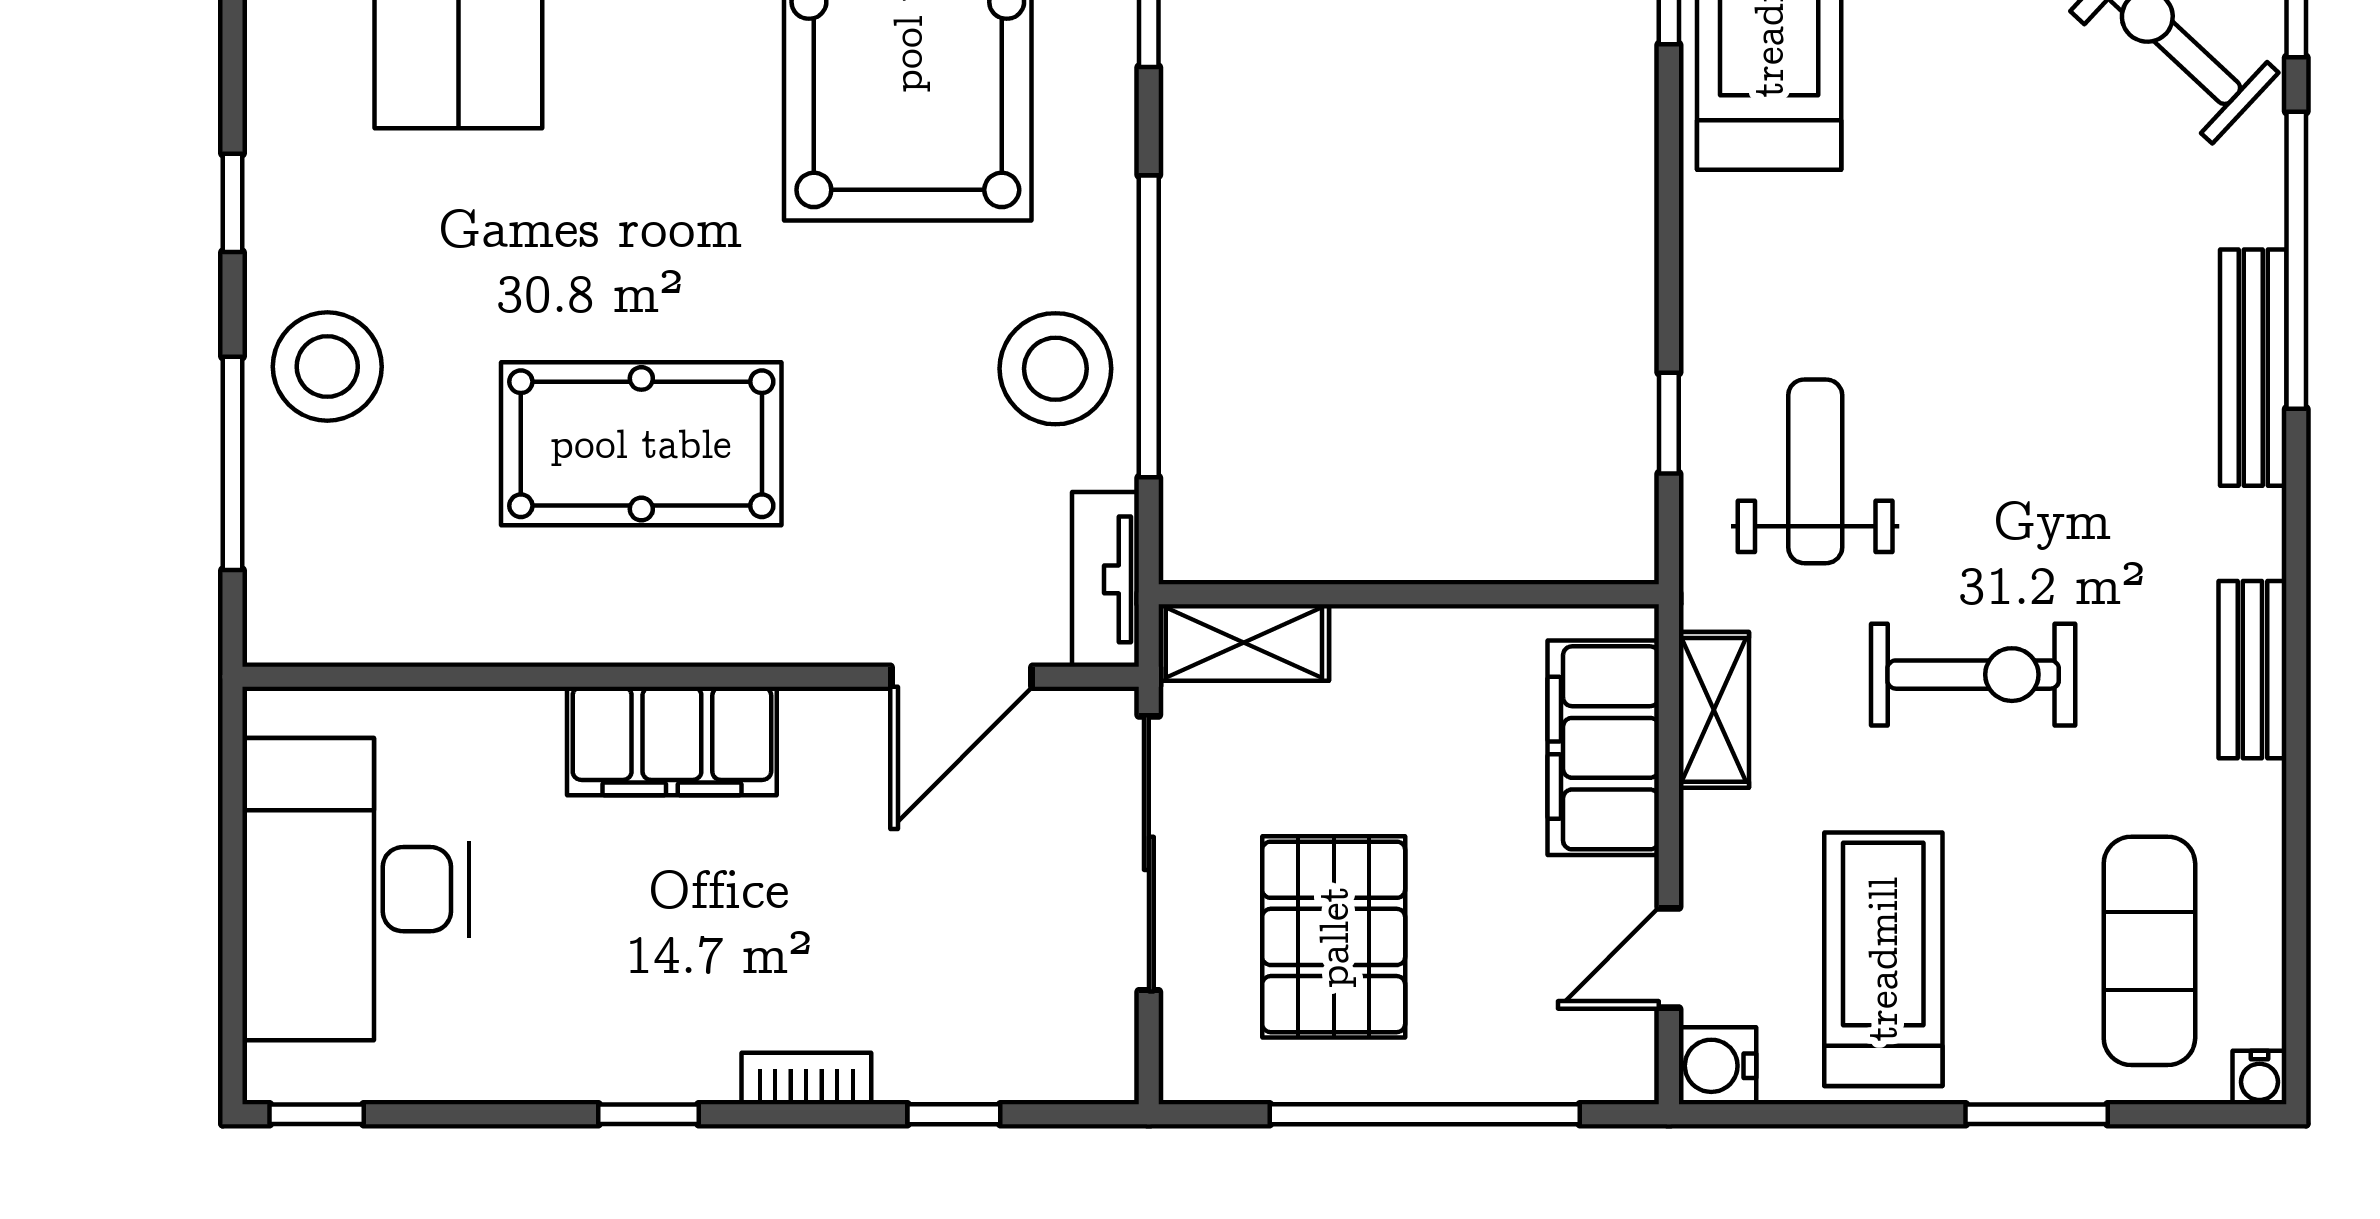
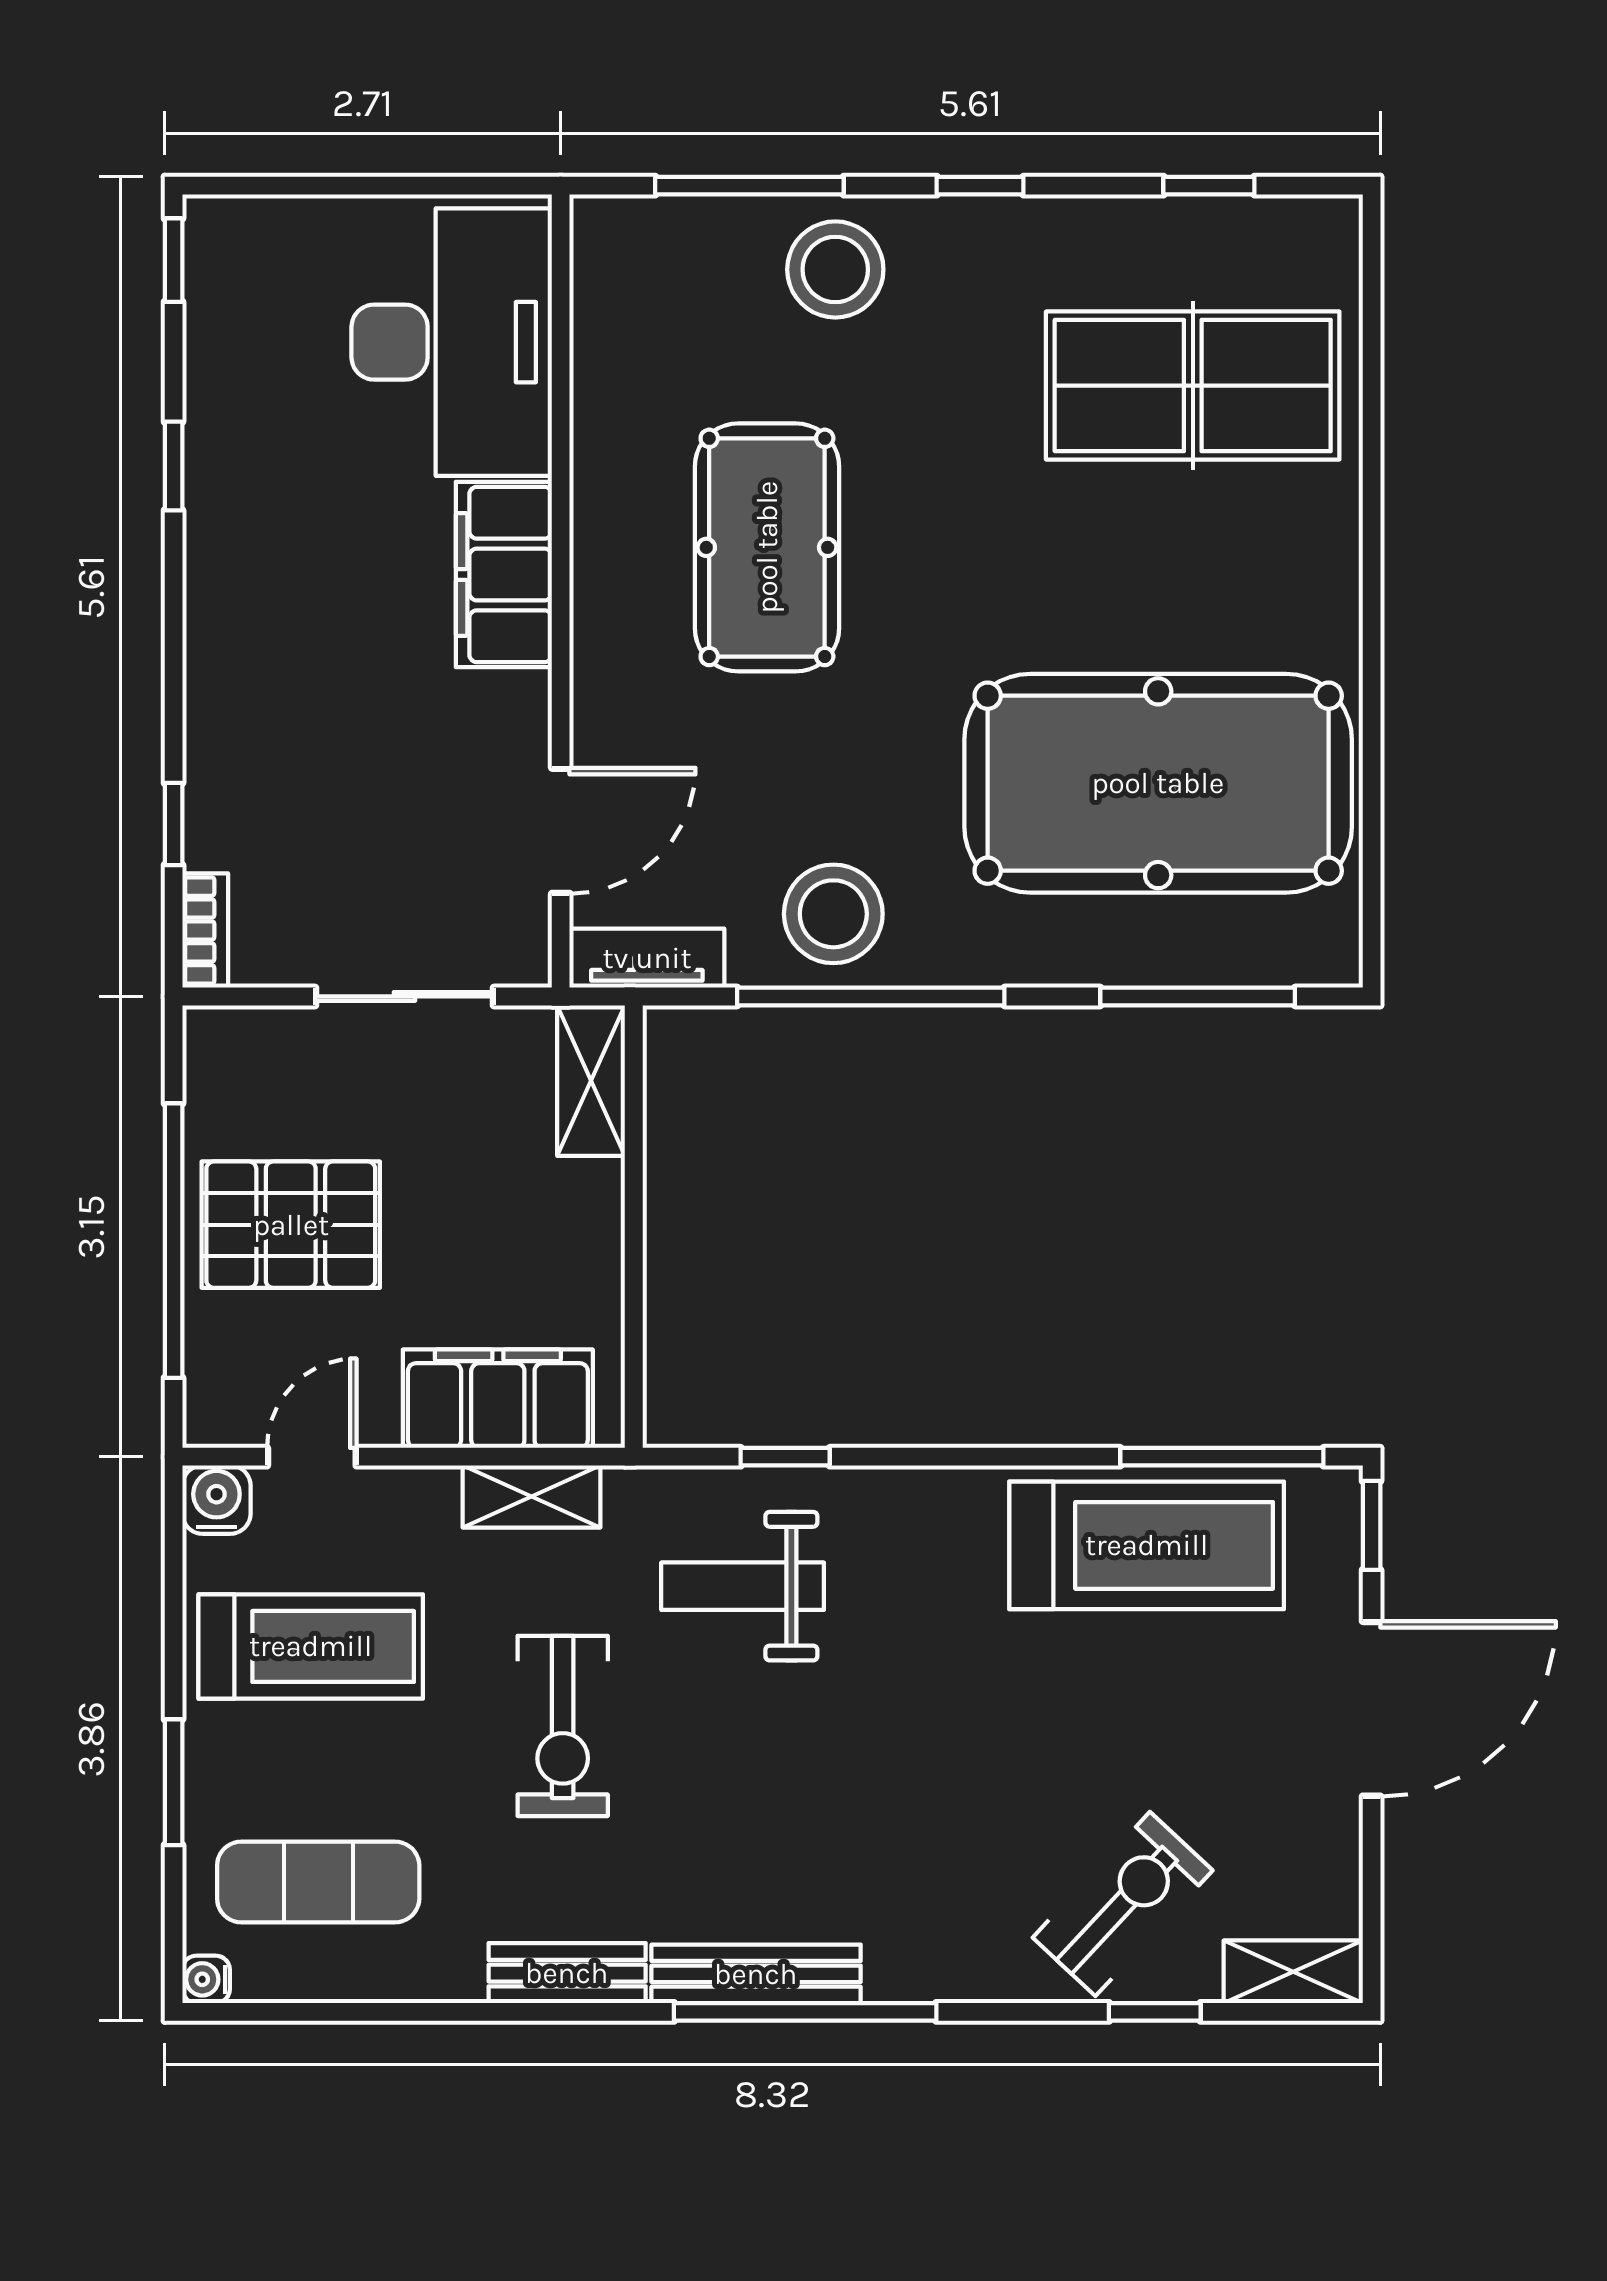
window: (2296, 260) -> (805, 2012), moved
bench: (2253, 368) -> (756, 1974), moved
weight bench: (1815, 471) -> (743, 1586), turned 180
door: (962, 677) -> (561, 831), swing flipped
sliding door: (1149, 853) -> (404, 996), width x0.73
desk: (356, 889) -> (452, 342), moved, turned 90
pallet: (1334, 937) -> (291, 1225), moved
door: (1669, 958) -> (312, 1457), hinge flipped
bookcase: (806, 1079) -> (205, 930), moved
window: (648, 1114) -> (174, 466), moved

